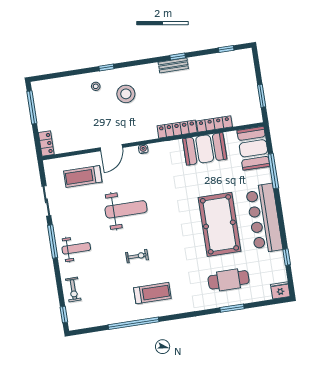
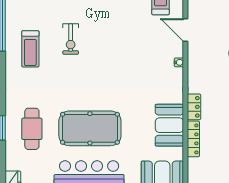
locker: (177, 129) -> (194, 107), width x0.66
weight bench: (126, 209) -> (120, 35), removed
exercise bike: (137, 256) -> (71, 39), width x1.38, depth x1.39

